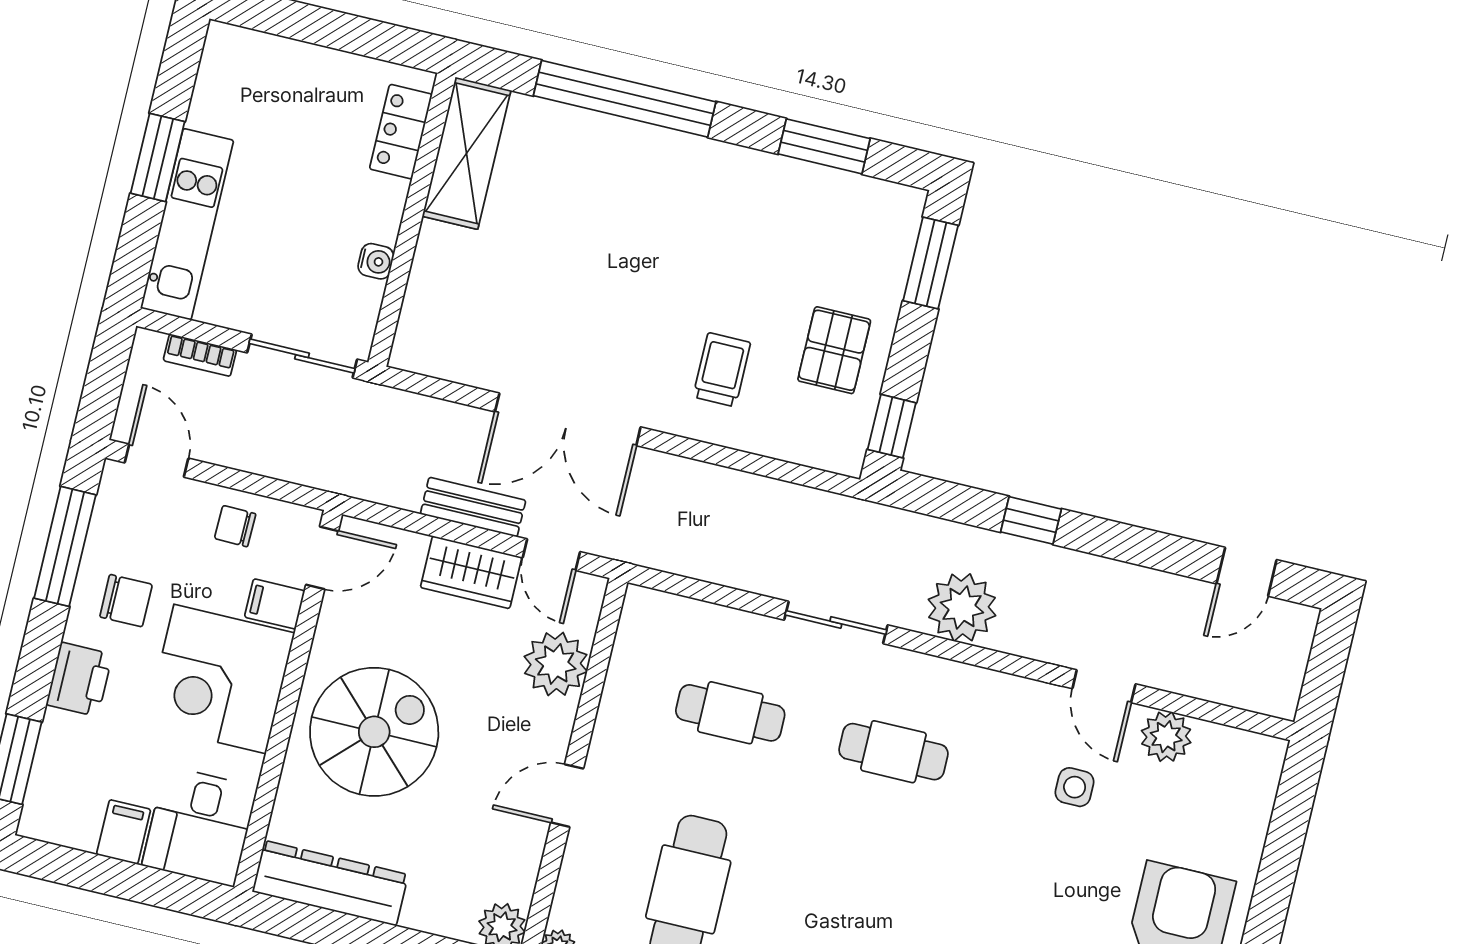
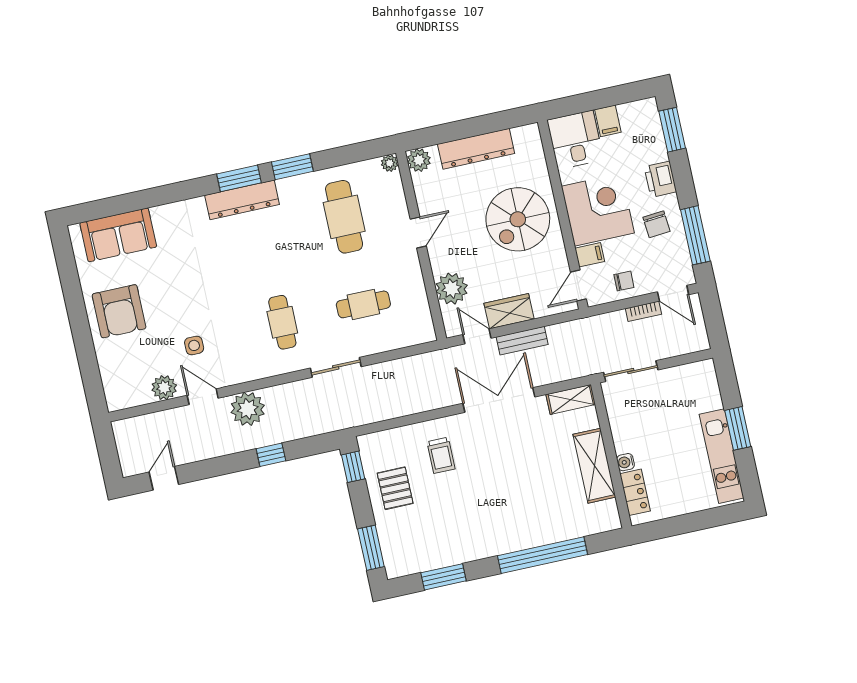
shelving: (466, 153) -> (594, 466), moved
kitchen unit: (187, 224) -> (722, 456), moved
water cooler: (376, 261) -> (626, 462), moved
bookcase: (200, 355) -> (643, 311), moved, turned 180
shelving: (436, 357) -> (571, 399), added
chair: (126, 601) -> (657, 224), turned -95
plant: (962, 607) -> (248, 409), moved
cafe table: (893, 752) -> (282, 322), turned 90
dresser: (330, 883) -> (476, 149), moved

